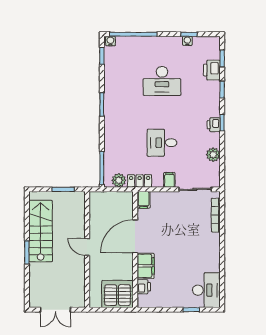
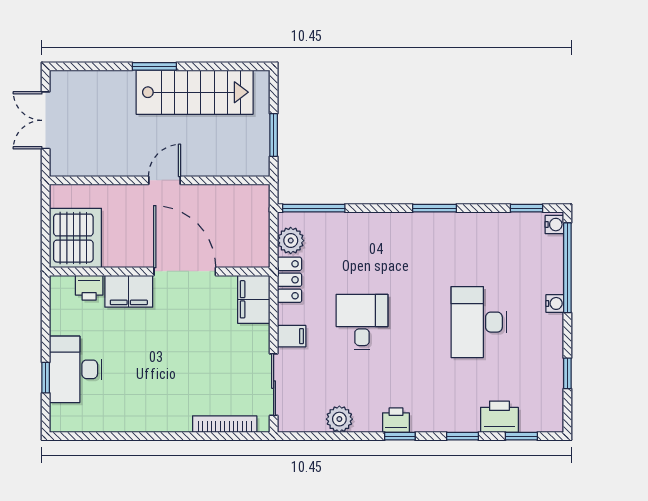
water cooler: (187, 41) -> (555, 303), moved
filing cabinet: (144, 200) -> (254, 299), width x2.00
desk: (206, 290) -> (76, 369), moved, turned 90

